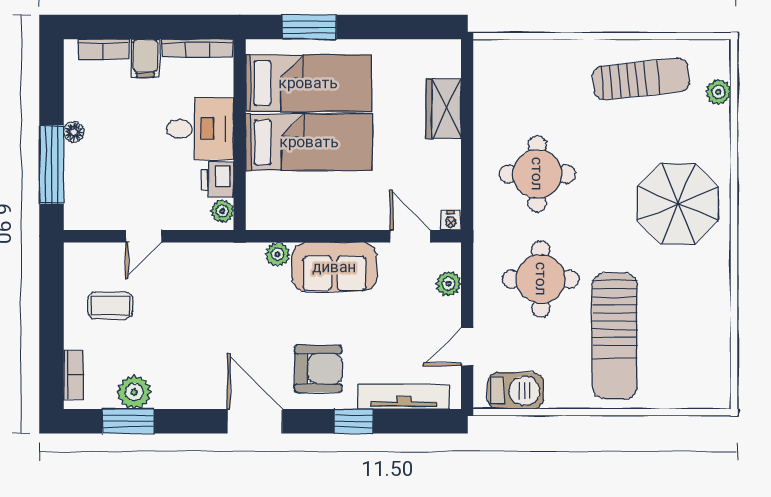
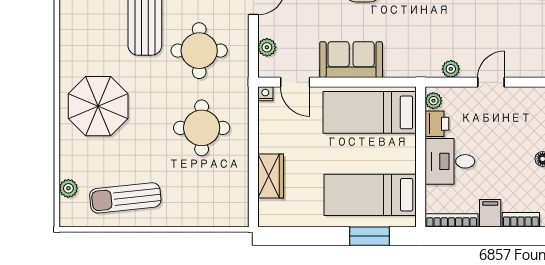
bed: (309, 142) -> (370, 112), moved
plant: (277, 254) -> (451, 69), moved
coffee table: (110, 305) -> (516, 31), removed

